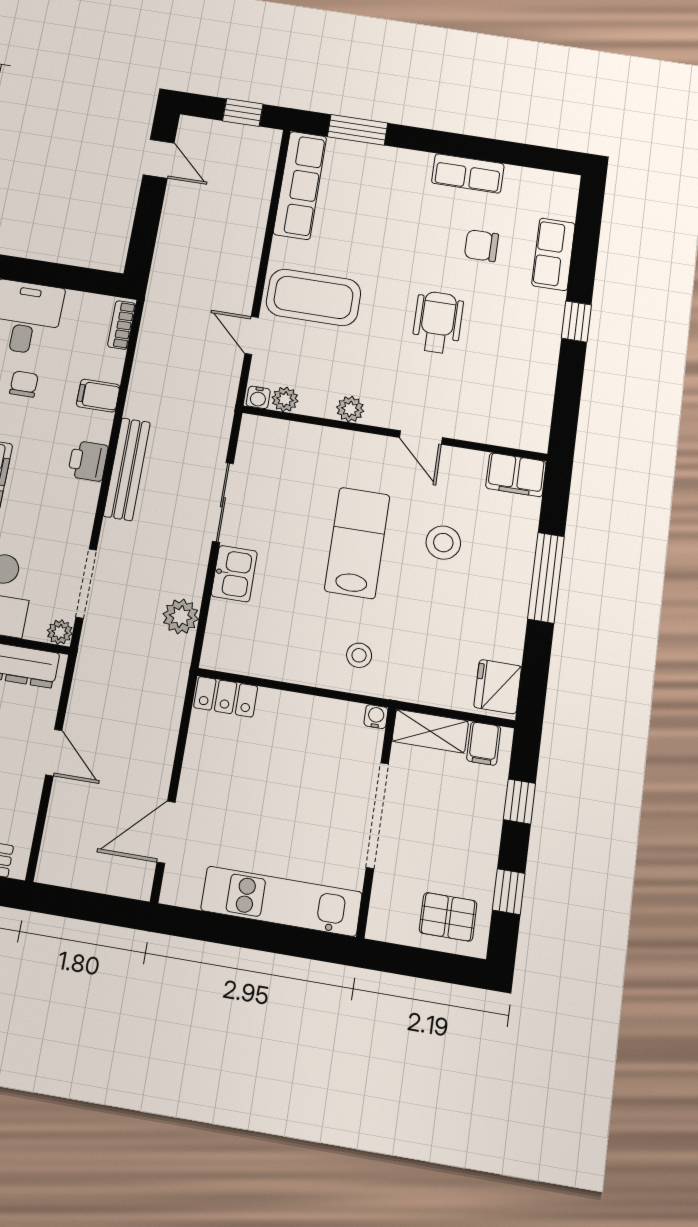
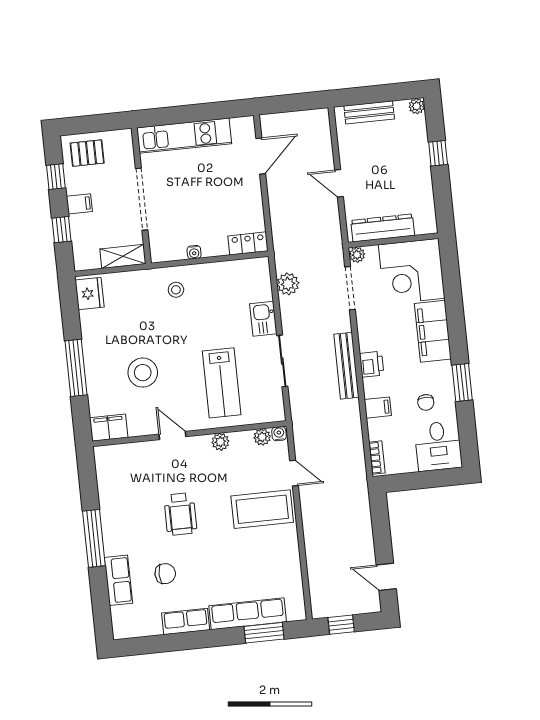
row of seats: (300, 185) -> (248, 614), moved, turned 90
window: (576, 322) -> (94, 538), width x2.17
lab bench: (357, 543) -> (222, 383), moved
stool: (443, 543) -> (143, 373), width x1.38, depth x1.38
water cooler: (376, 717) -> (194, 252), moved
filing cabinet: (484, 744) -> (79, 204), moved, turned 90

